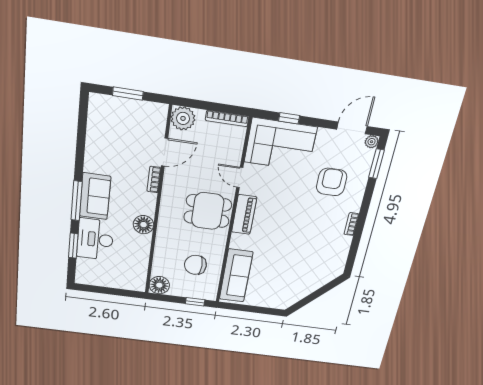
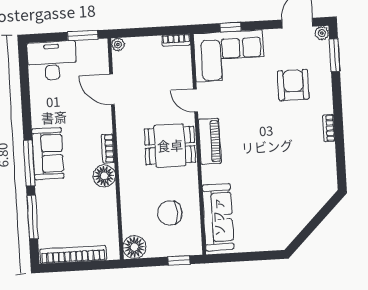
window: (128, 93) -> (83, 35), moved
plant: (183, 118) -> (118, 45), width x0.53, depth x0.53
bookcase: (227, 118) -> (176, 40), width x0.64
door: (165, 152) -> (112, 89), swing flipped
bookcase: (154, 180) -> (108, 149), moved
desk: (95, 239) -> (52, 61), moved, turned 90
window: (73, 246) -> (32, 217), width x1.44
bookcase: (105, 281) -> (73, 255), added

